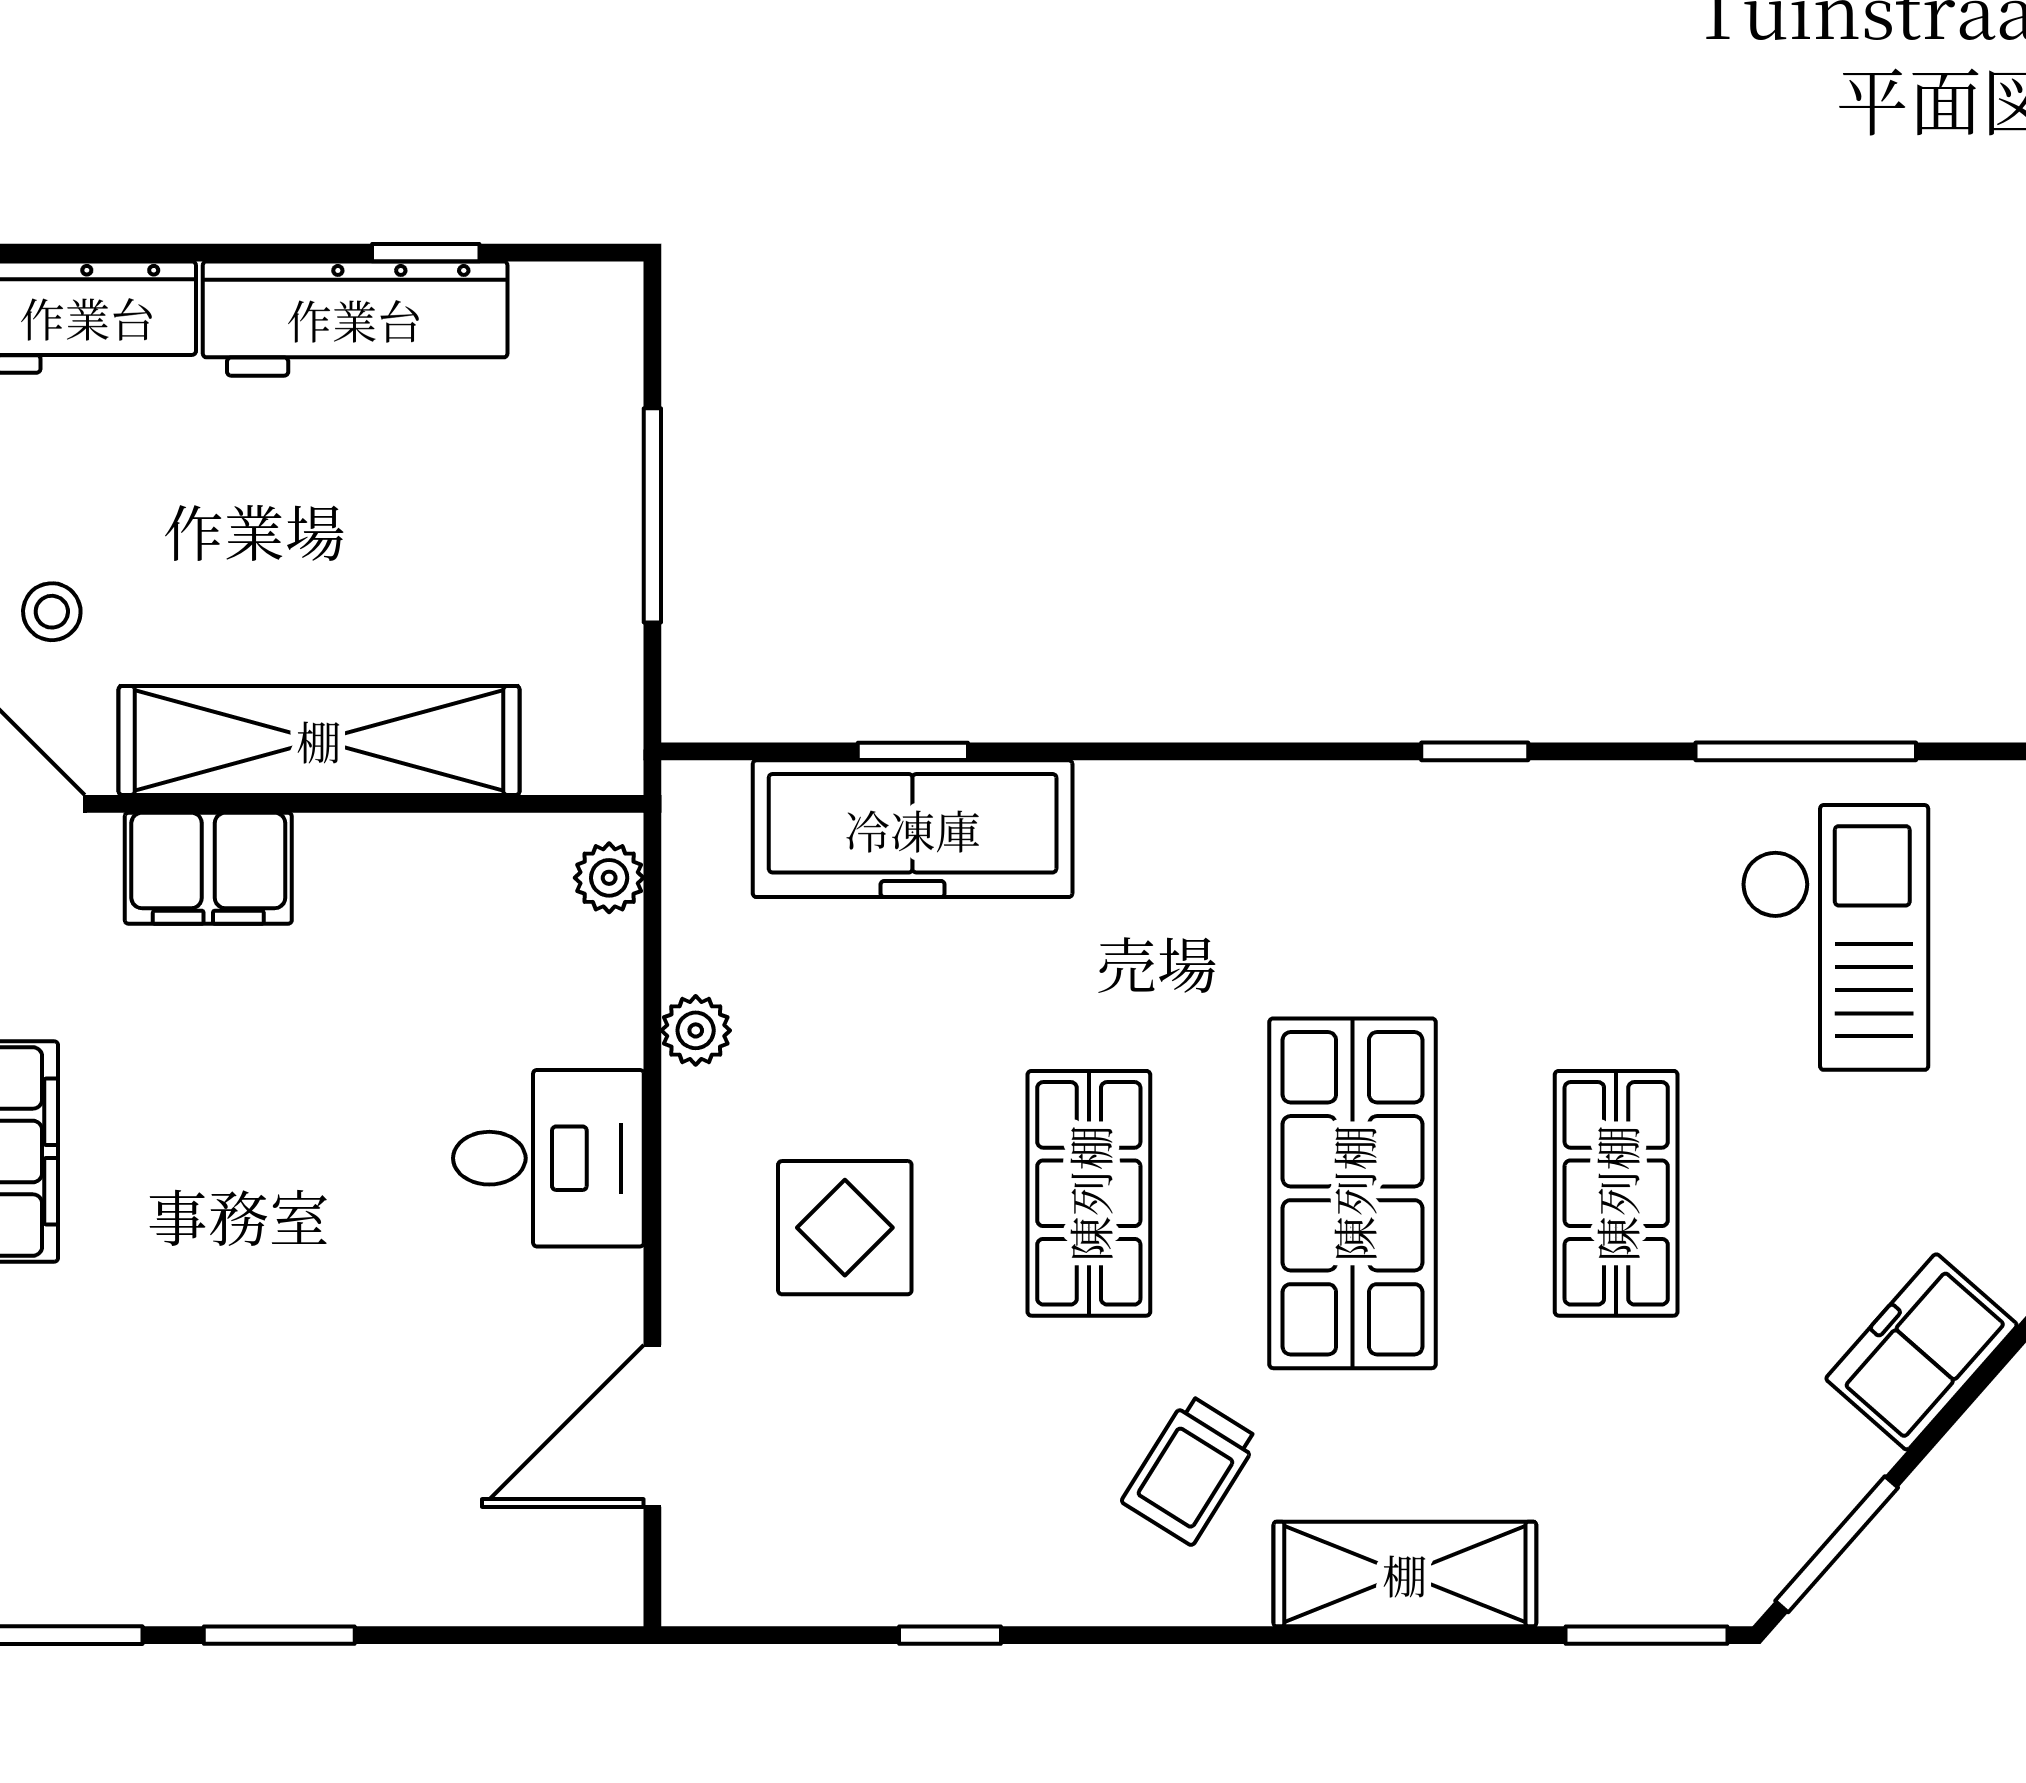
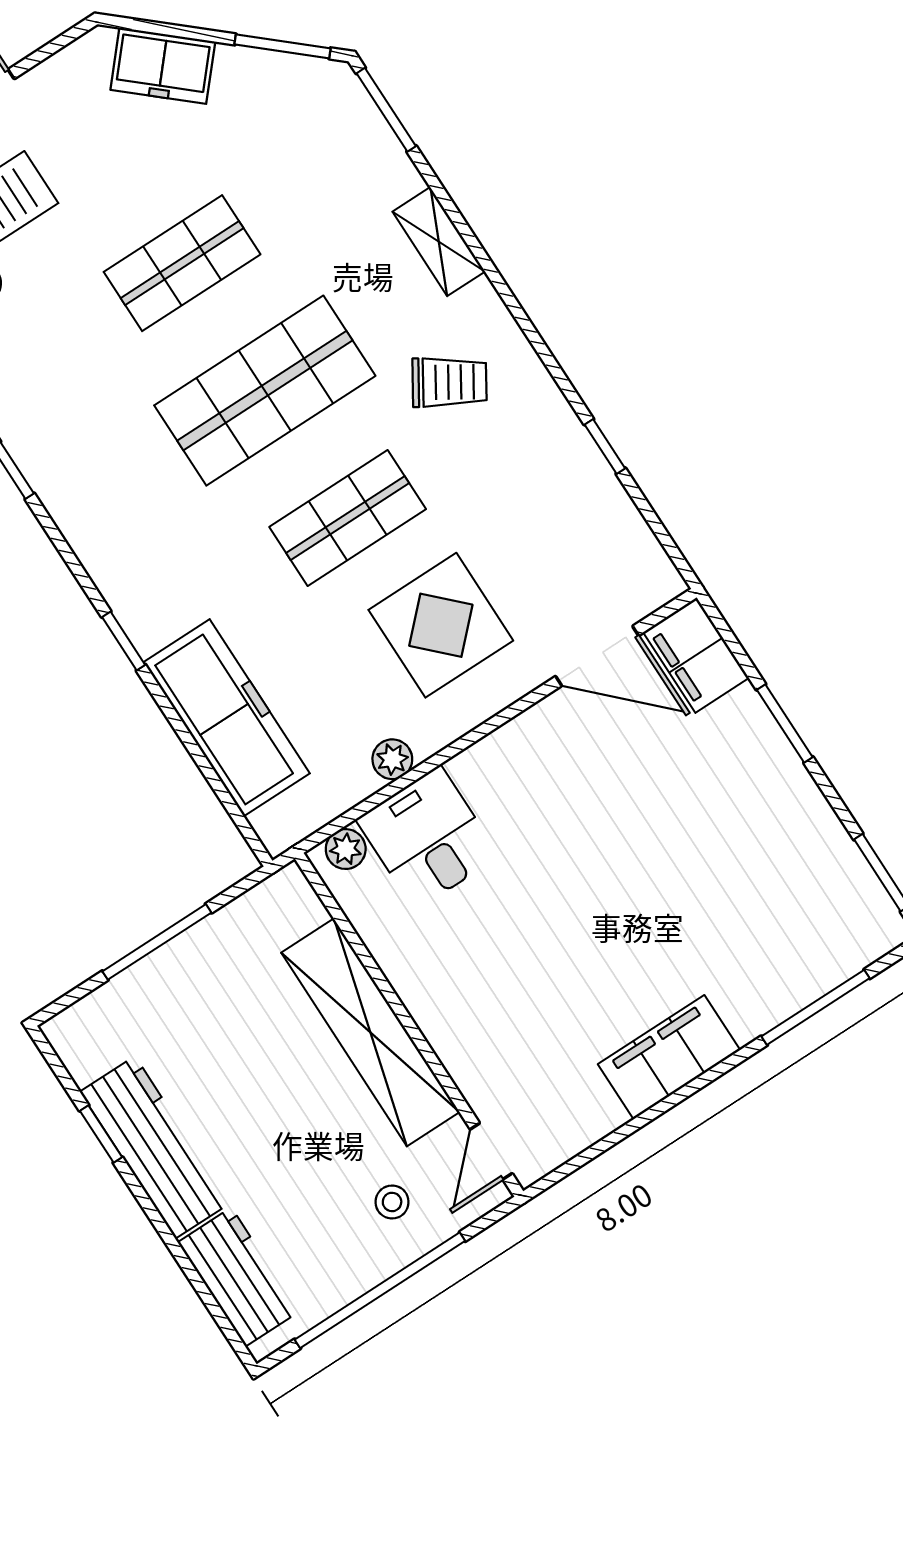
window: (913, 751) -> (124, 641), moved
filing cabinet: (208, 868) -> (696, 655), moved, turned 180
desk: (548, 1158) -> (428, 838), moved
display table: (845, 1228) -> (441, 625), width x1.36, depth x1.36
shelving: (1405, 1574) -> (439, 242), width x0.67, depth x0.75
window: (279, 1635) -> (785, 723), moved

